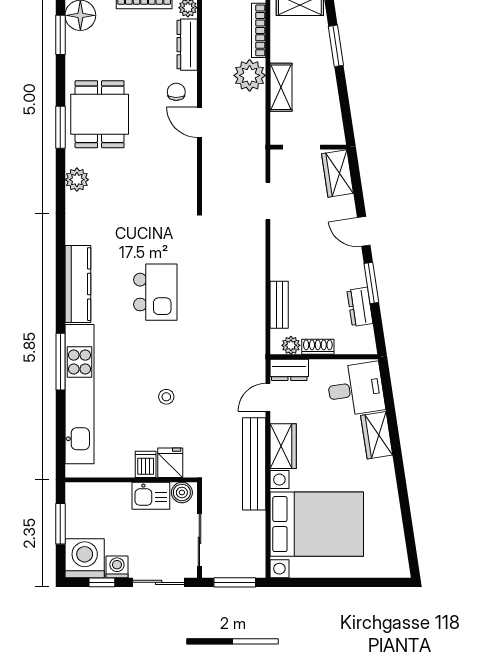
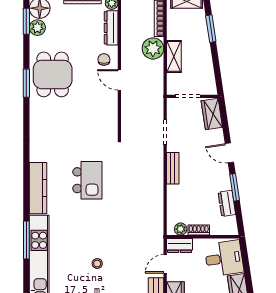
plant: (77, 180) -> (37, 28), moved
kitchen island: (155, 292) -> (87, 180), moved
bench: (279, 305) -> (173, 168), moved

